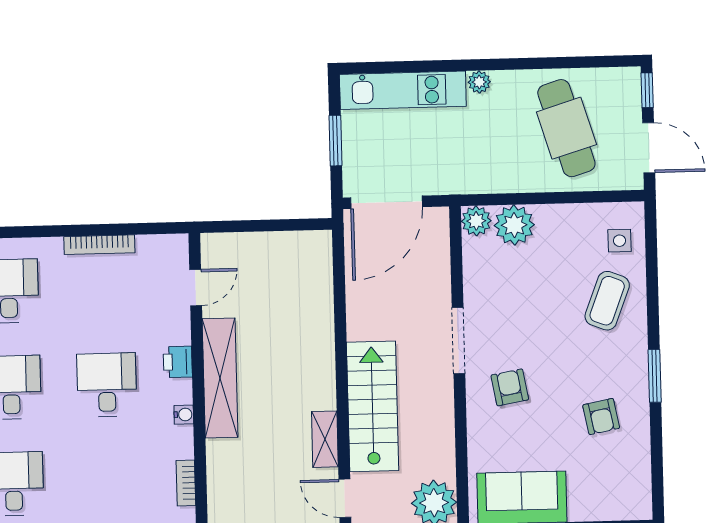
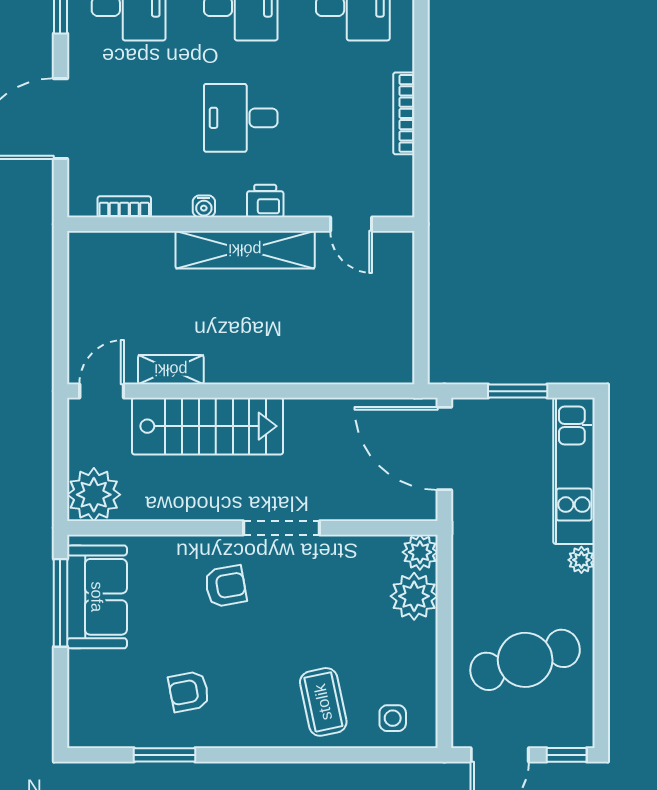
coffee table: (607, 301) -> (323, 702), turned 57
window: (655, 376) -> (164, 755), moved
desk: (107, 385) -> (241, 118), turned 180

